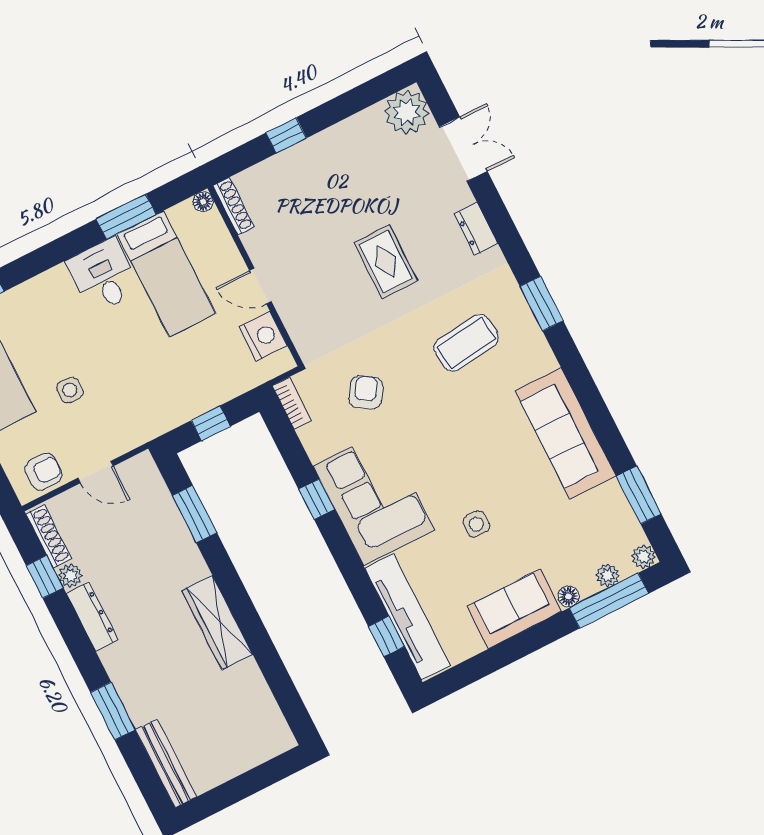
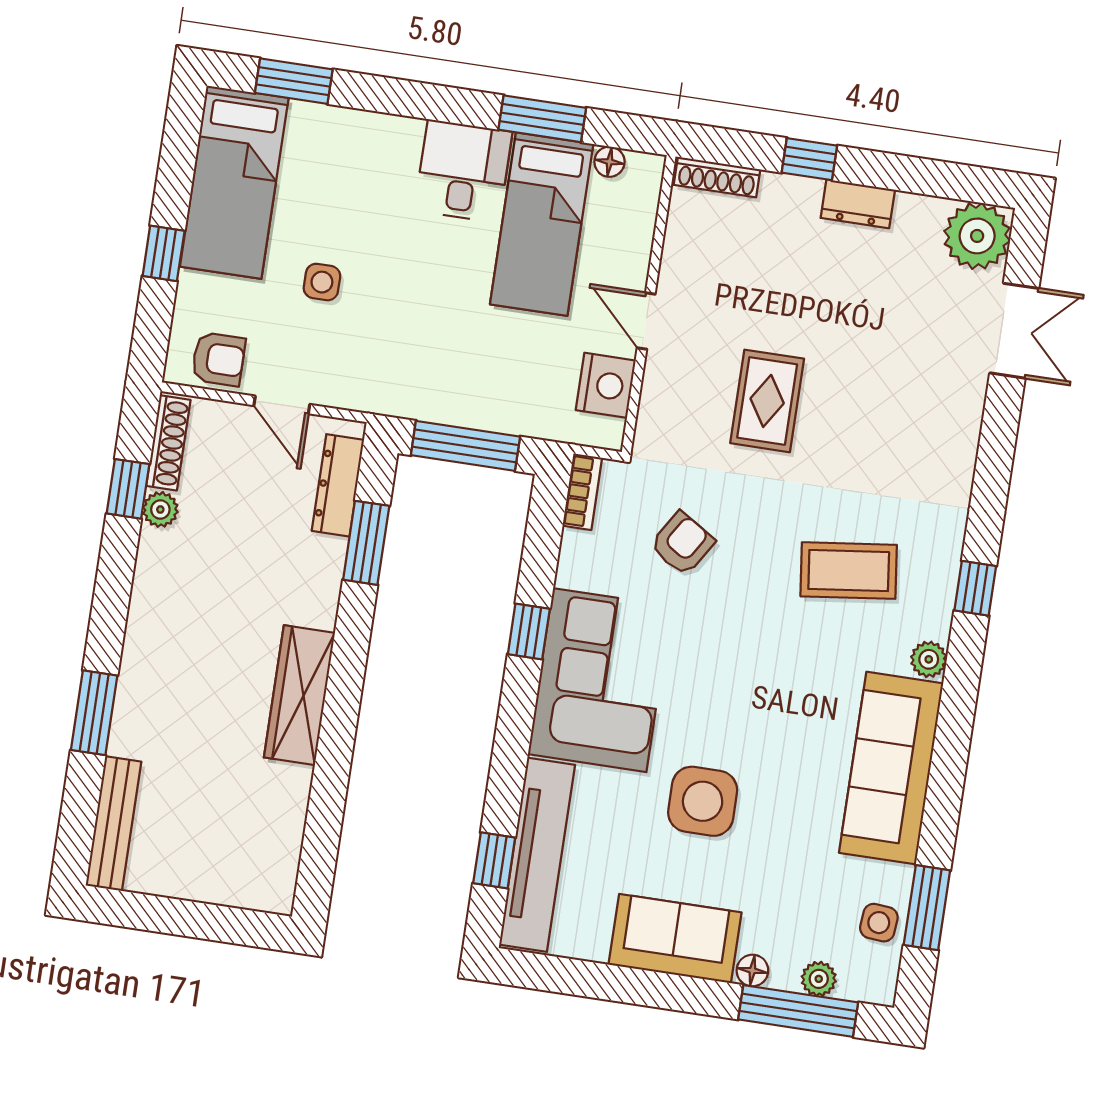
floor lamp: (203, 202) -> (609, 162), moved
shoe rack: (234, 206) -> (717, 177), moved, turned 90
dresser: (476, 229) -> (858, 204), moved, turned -90
rug: (386, 262) -> (767, 401), moved
window: (542, 304) -> (975, 588), width x0.67
window: (211, 423) -> (465, 446), width x2.17
side table: (618, 522) -> (879, 923), added
side table: (476, 524) -> (703, 801), width x1.87, depth x1.87
plant: (644, 557) -> (929, 659), moved
dresser: (92, 617) -> (338, 485), moved, turned 180

